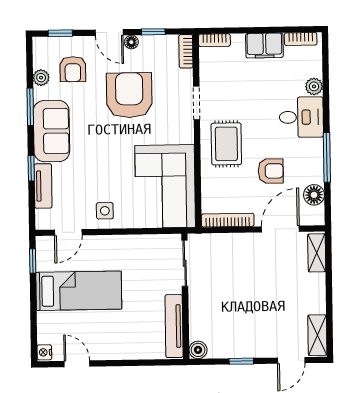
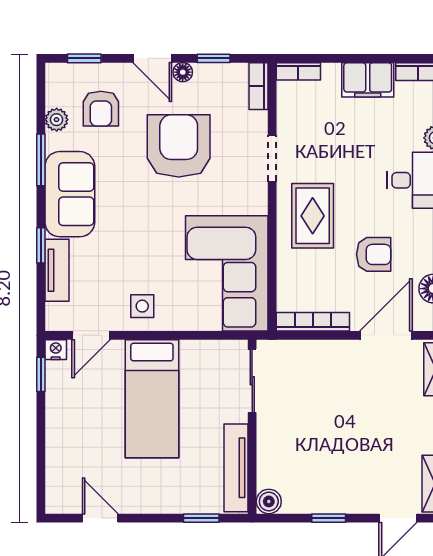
bed: (79, 291) -> (152, 399), moved, turned 90
nightstand: (44, 352) -> (56, 350), moved, turned 90
window: (150, 363) -> (201, 518), added

